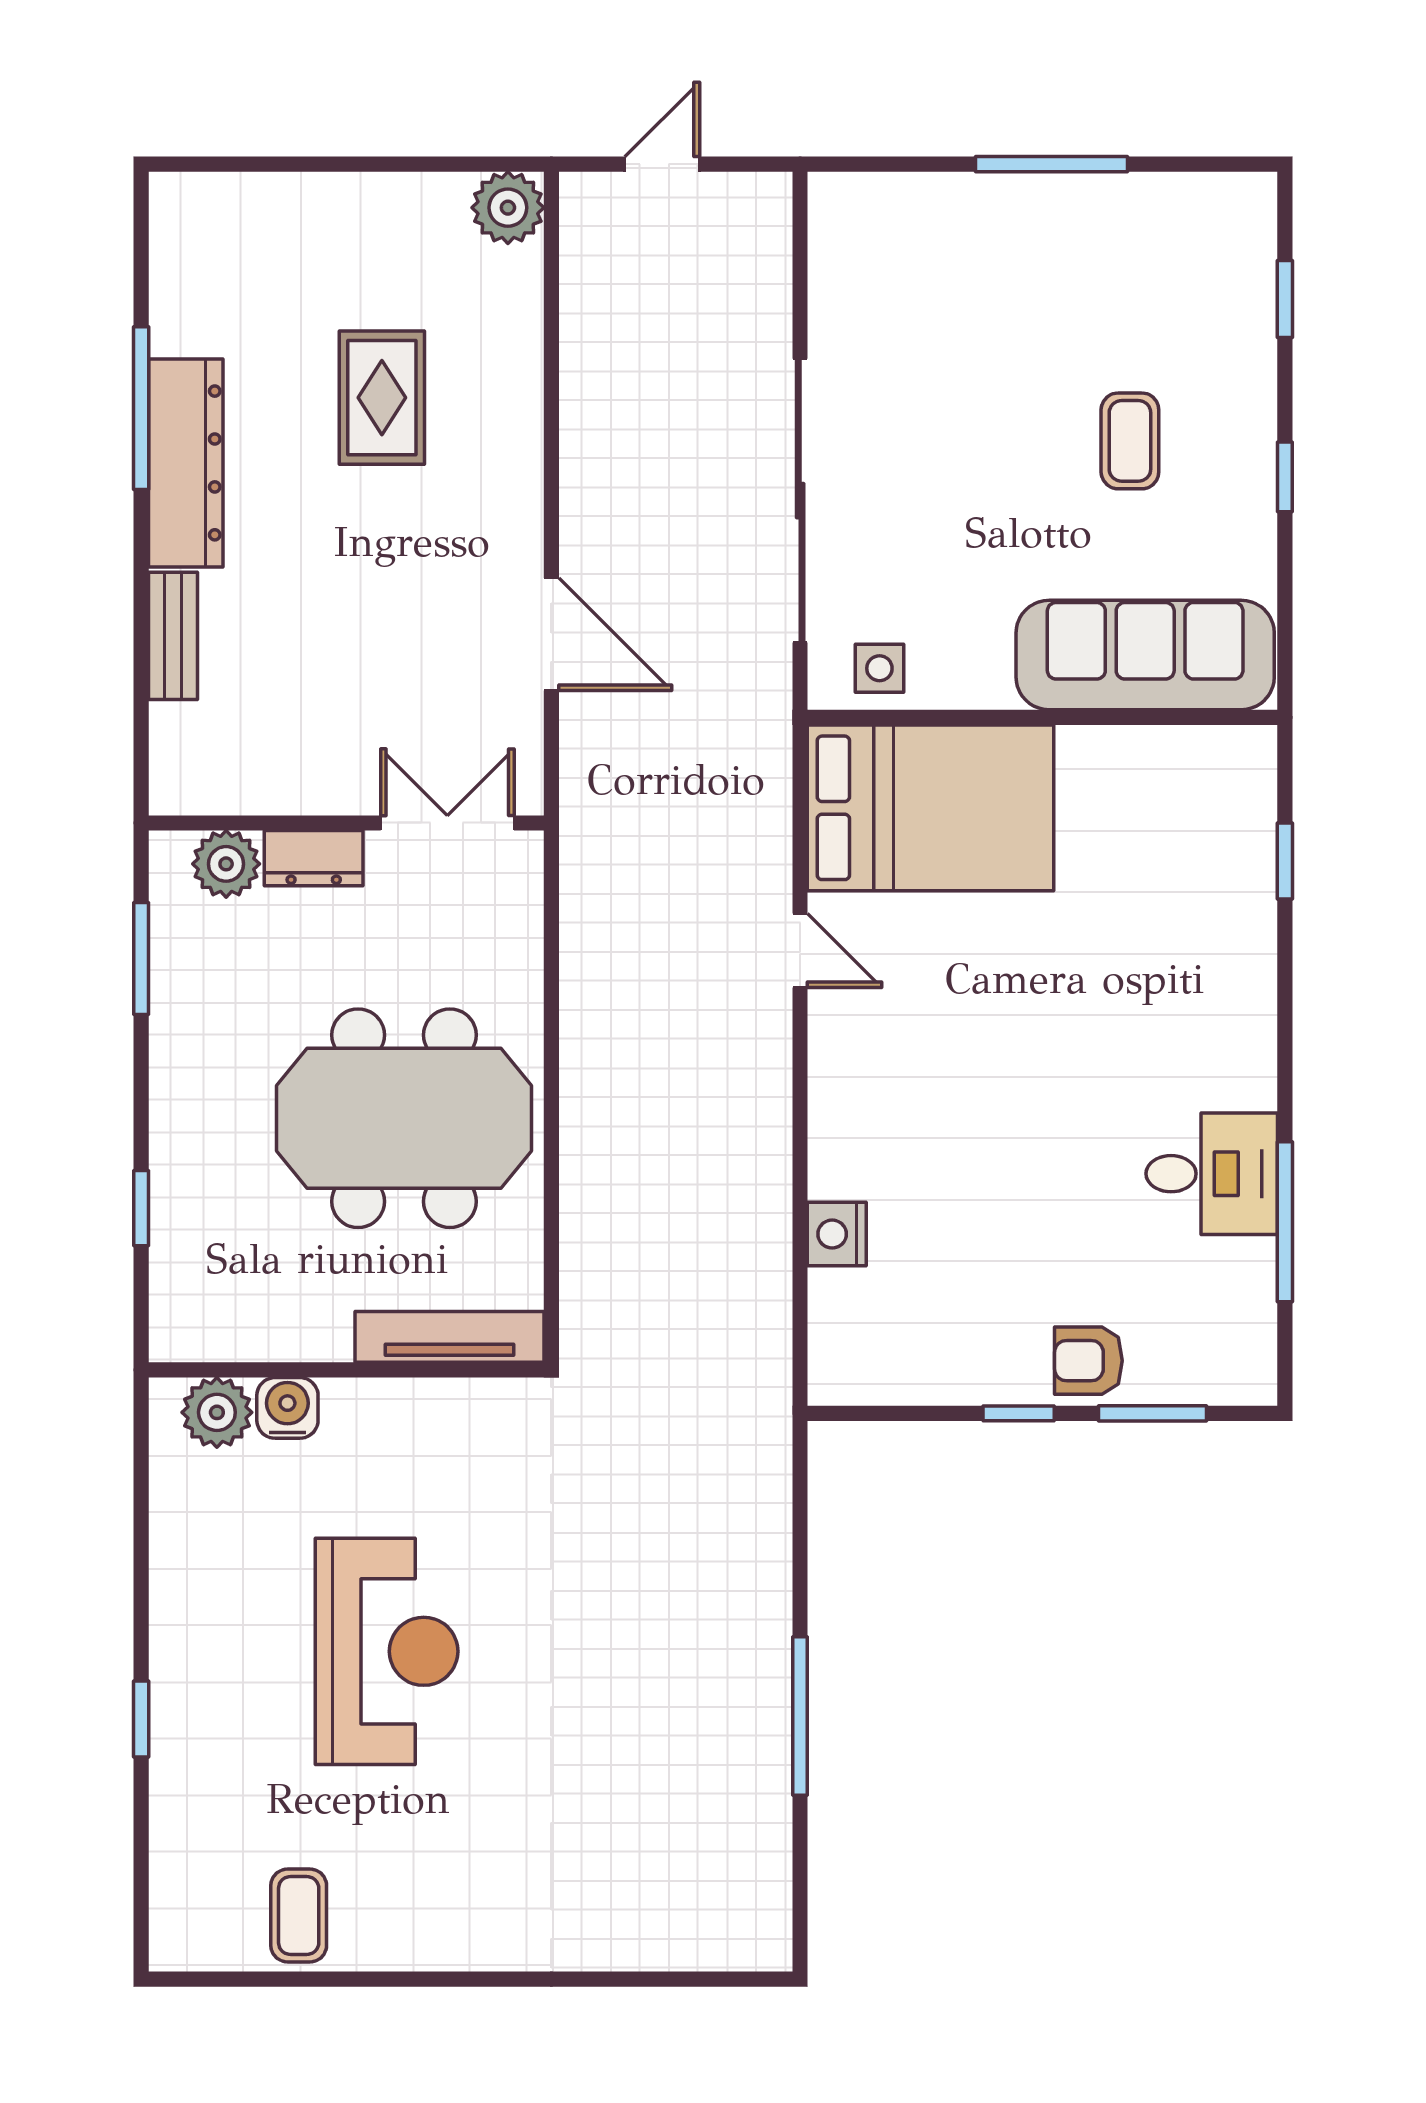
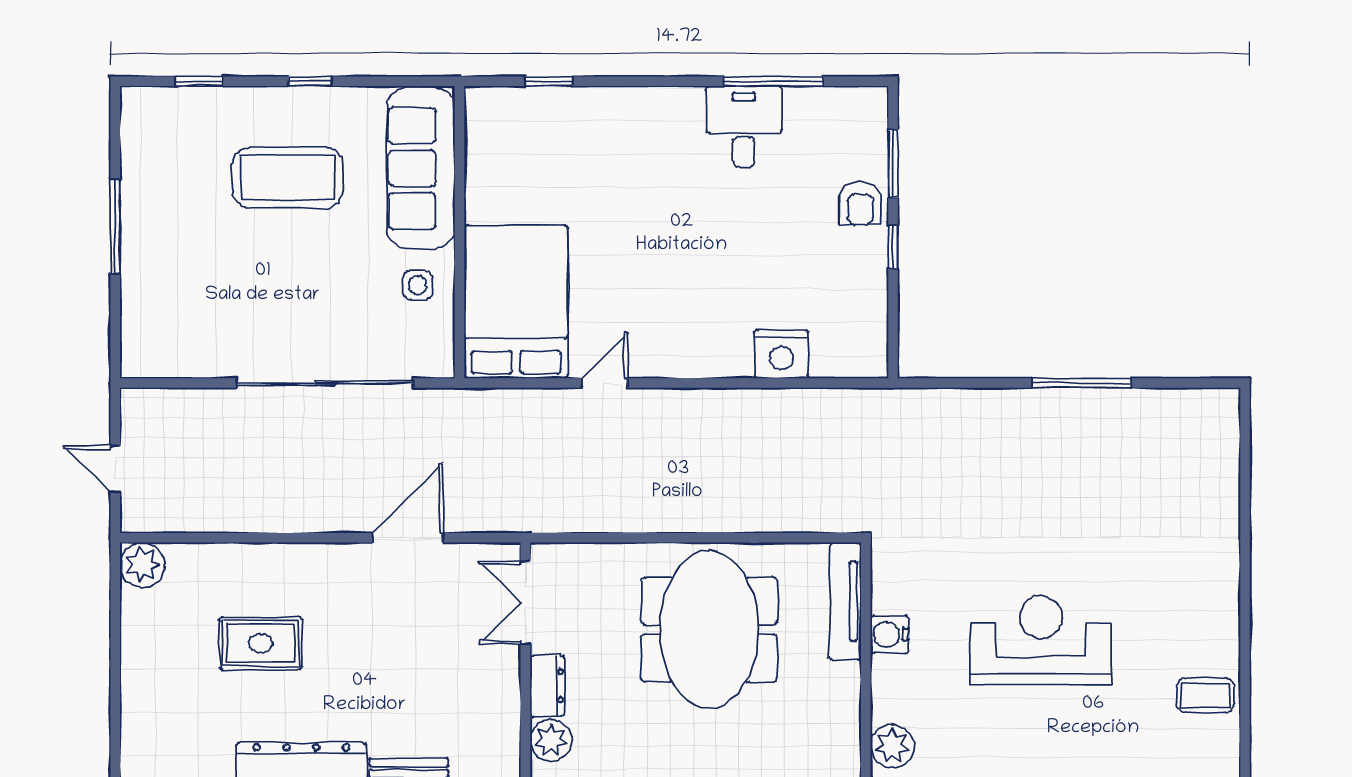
coffee table: (1130, 441) -> (288, 178), width x1.86, depth x1.72
side table: (879, 668) -> (417, 285), moved
nightstand: (837, 1234) -> (781, 354), width x1.36, depth x1.33
water cooler: (287, 1408) -> (889, 634), moved

